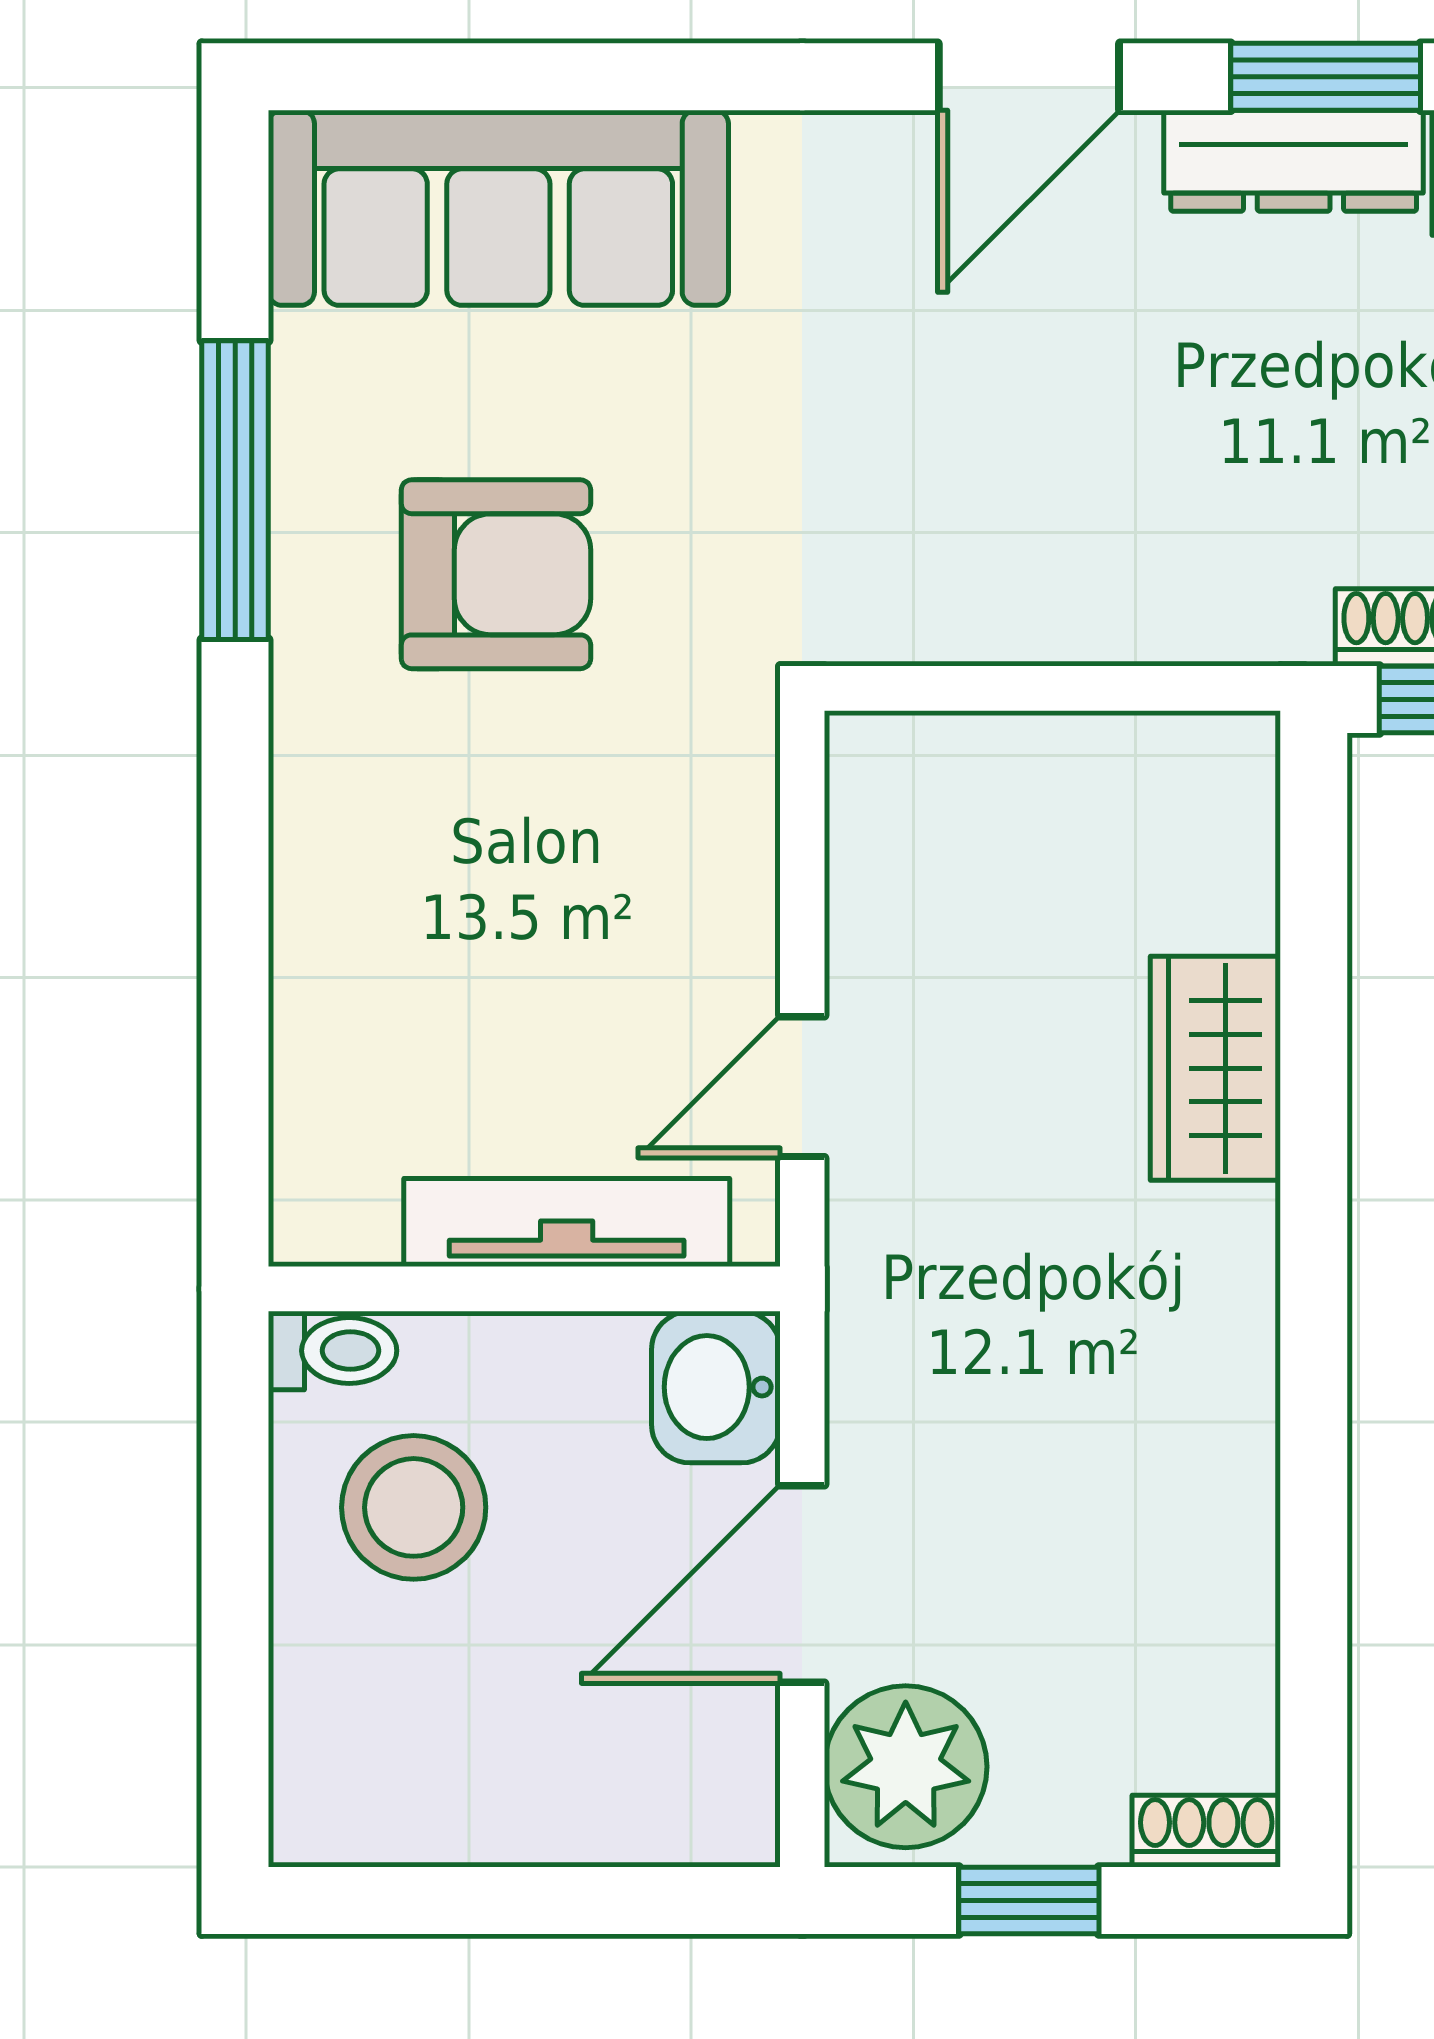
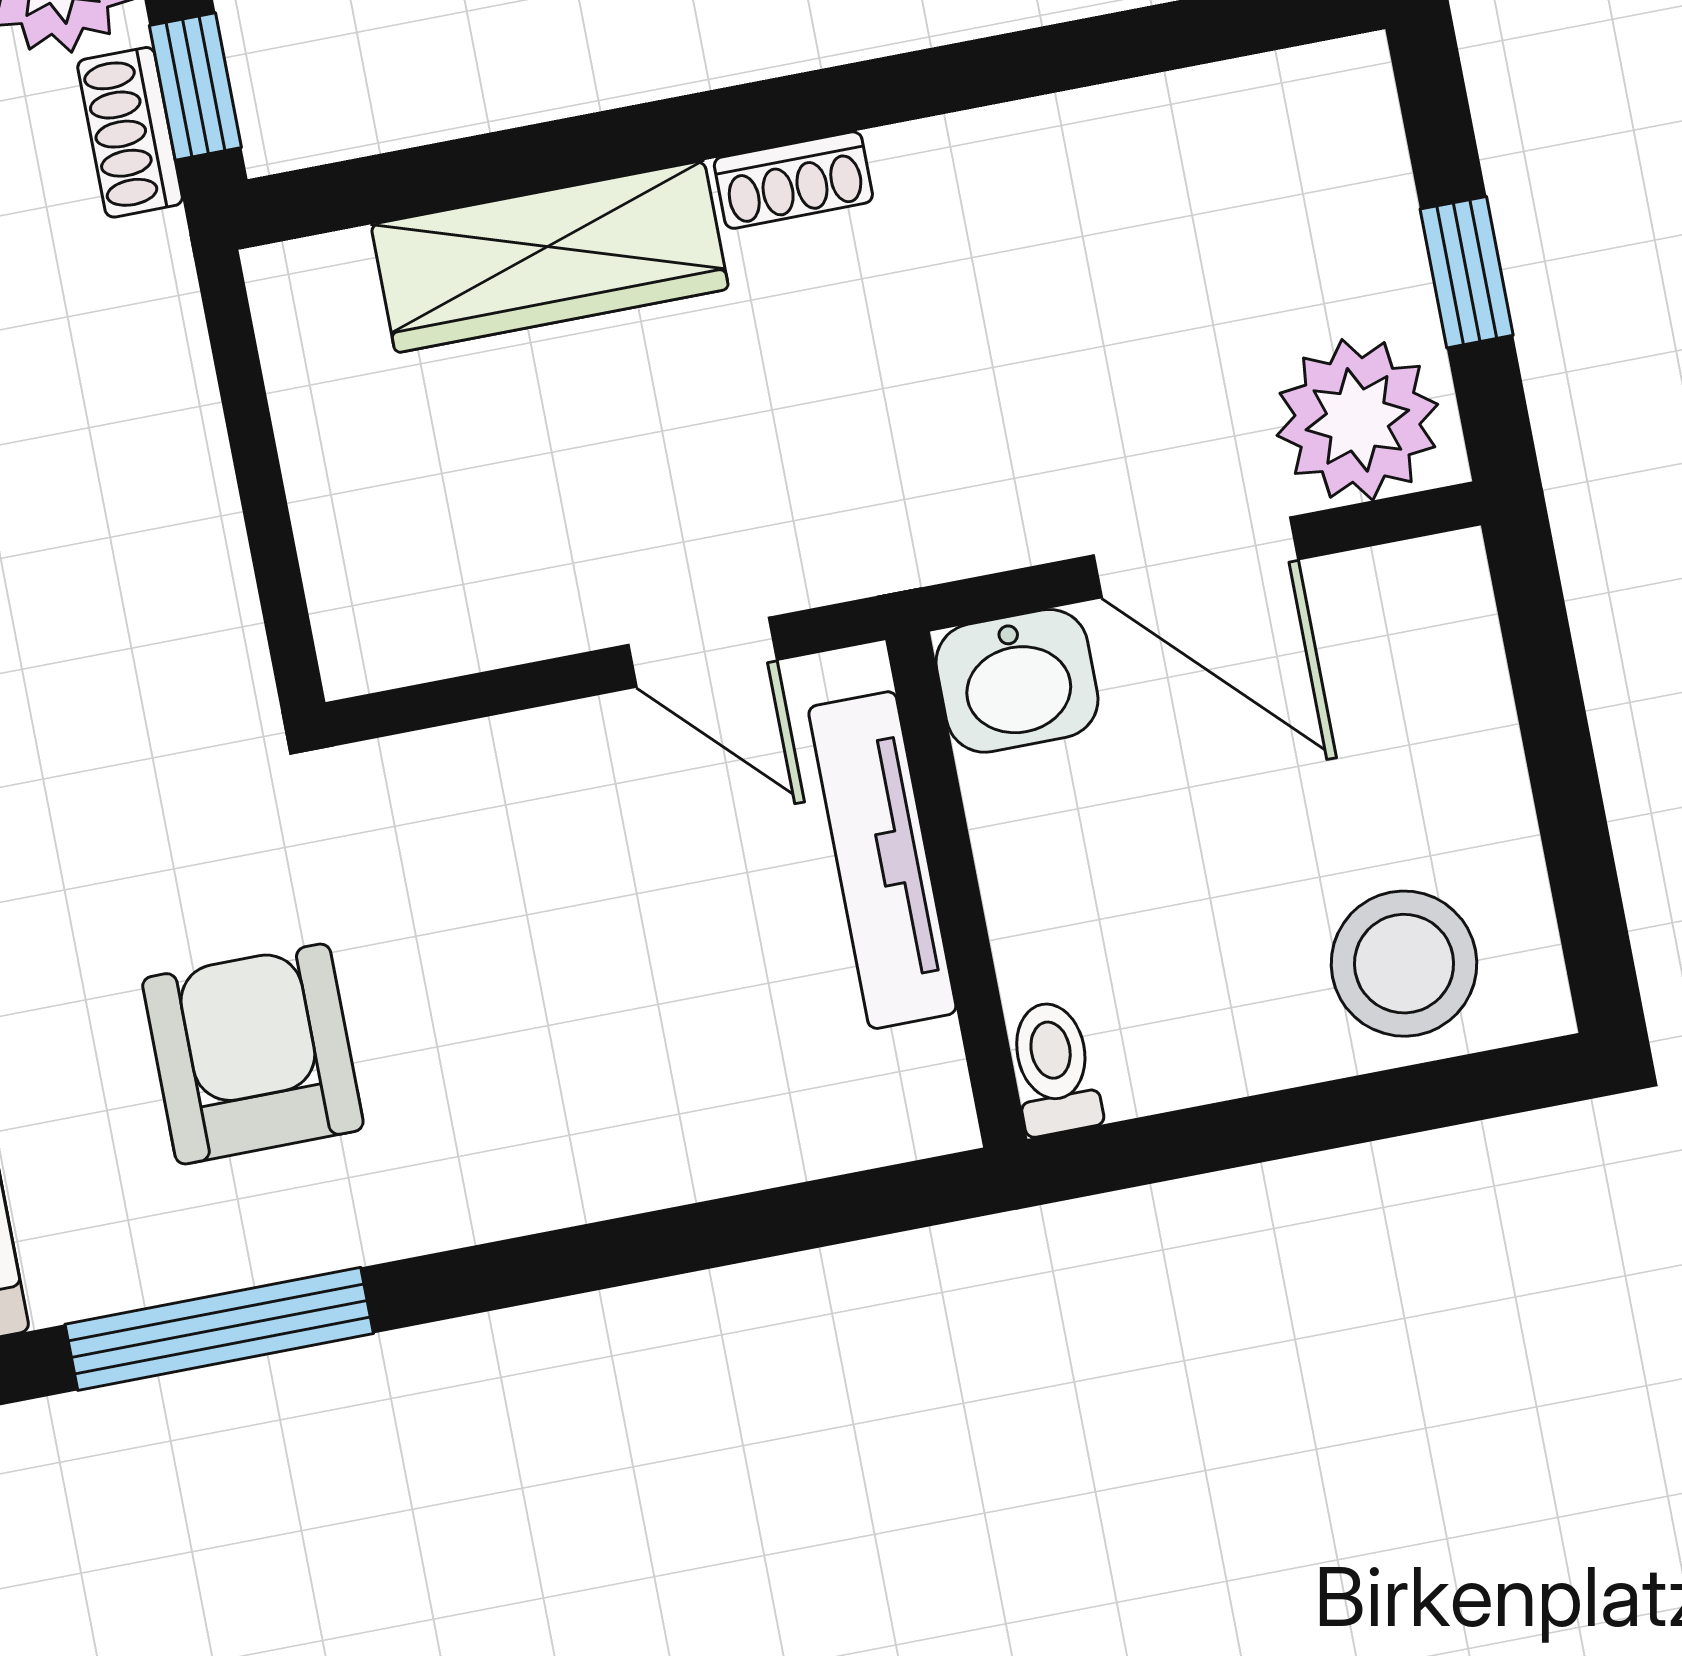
wardrobe: (1215, 1068) -> (550, 257), width x1.50
stool: (414, 1507) -> (1404, 964), moved
shoe rack: (1206, 1831) -> (793, 180), moved, turned -90

